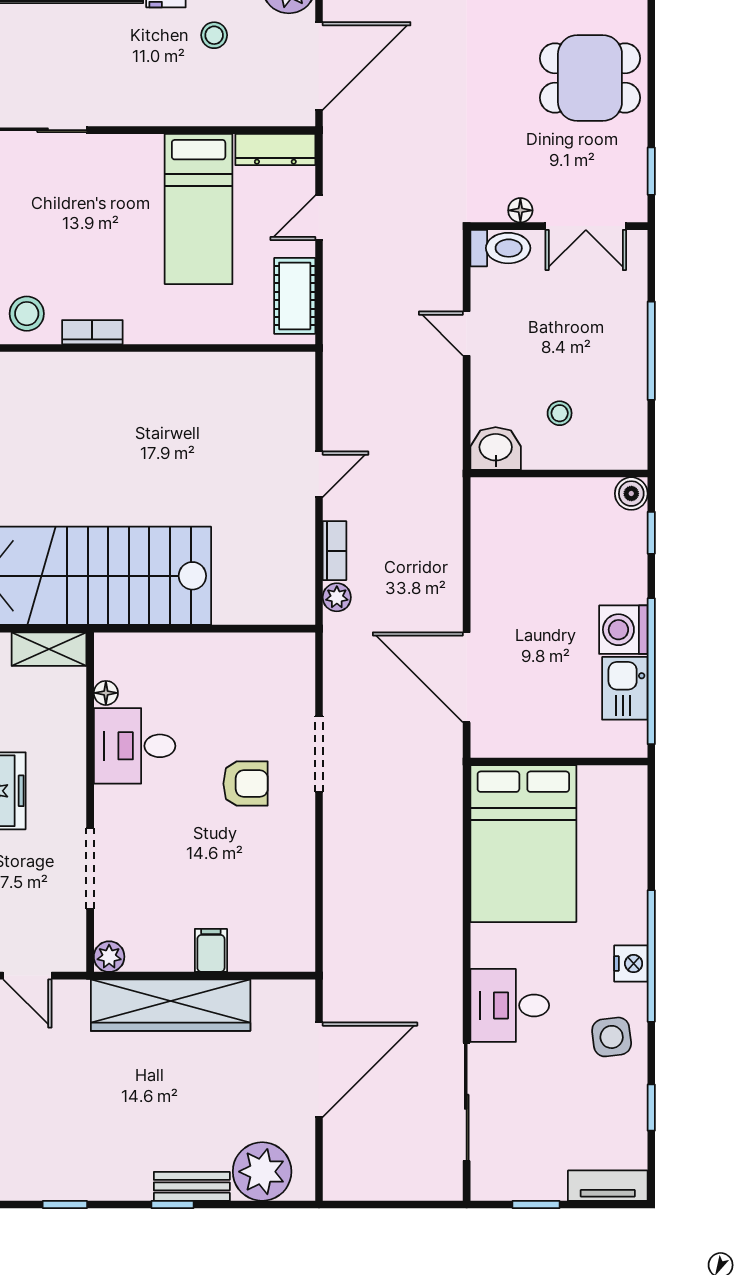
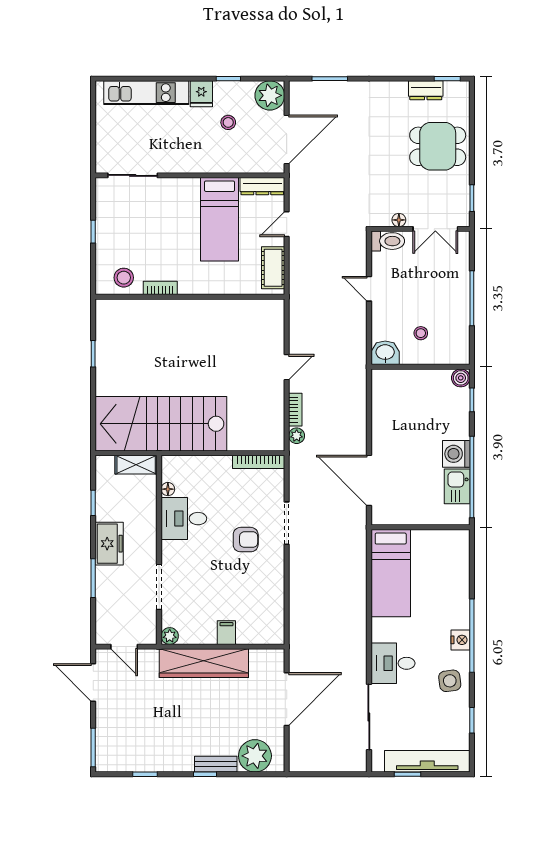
bookcase: (269, 644) -> (259, 462), added
bed: (523, 844) -> (391, 573), width x0.67
tv unit: (608, 1186) -> (427, 761), width x1.92, depth x1.29

